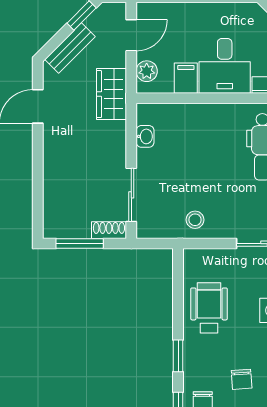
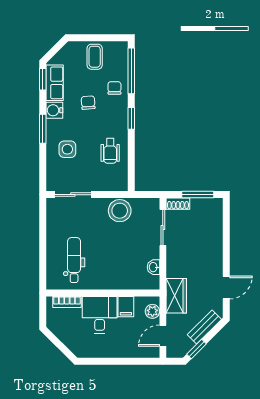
stool: (195, 220) -> (120, 211), width x1.89, depth x1.89
wheelchair: (209, 308) -> (110, 151), width x0.73, depth x0.73

